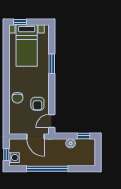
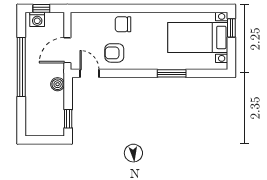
boiler: (71, 143) -> (58, 84), moved

